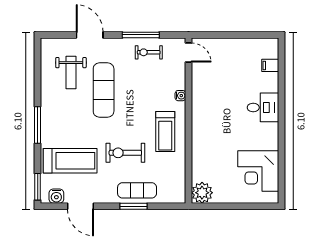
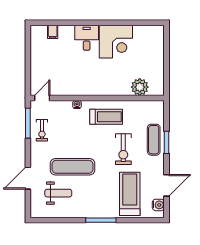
window: (141, 35) -> (28, 123), moved
corner desk: (258, 171) -> (116, 42), moved
window: (38, 187) -> (151, 220), removed
plant: (202, 193) -> (140, 87), moved

